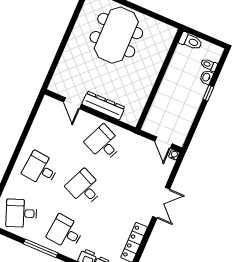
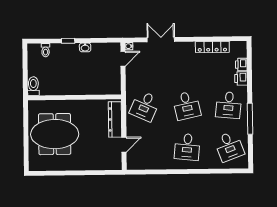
toilet: (191, 41) -> (33, 86), moved
washbasin: (207, 77) -> (85, 47), moved
wall: (159, 79) -> (74, 97), moved
desk: (84, 188) -> (187, 105), turned -36
double door: (161, 203) -> (161, 40), moved

